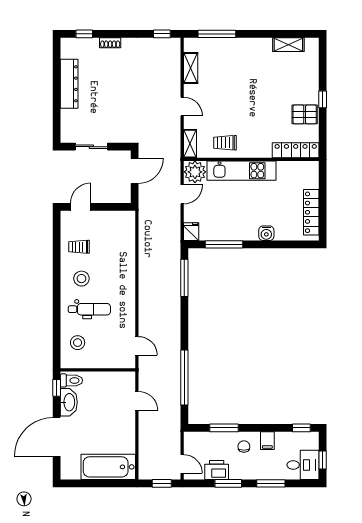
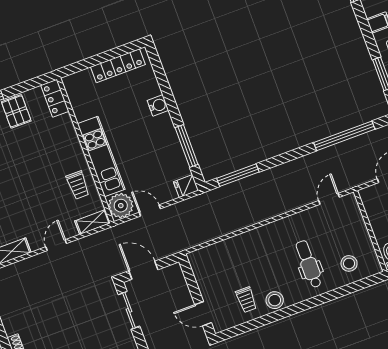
sliding door: (91, 147) -> (129, 310), moved
locker: (296, 150) -> (55, 98), width x0.66
stool: (81, 279) -> (275, 300), moved

